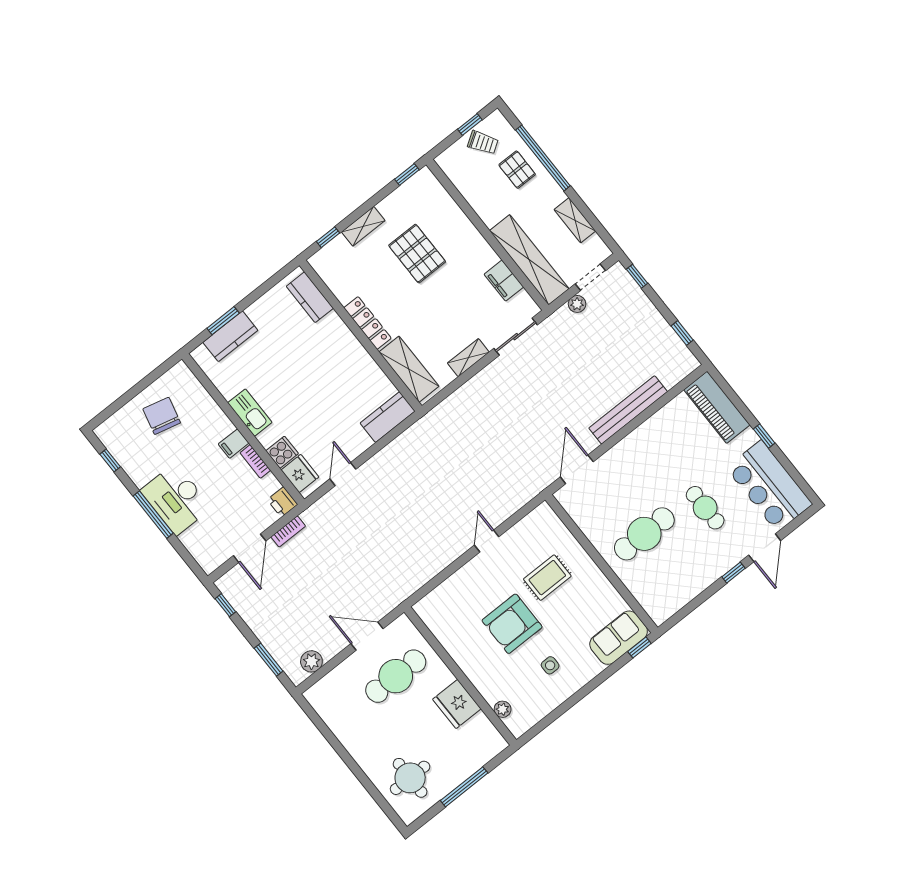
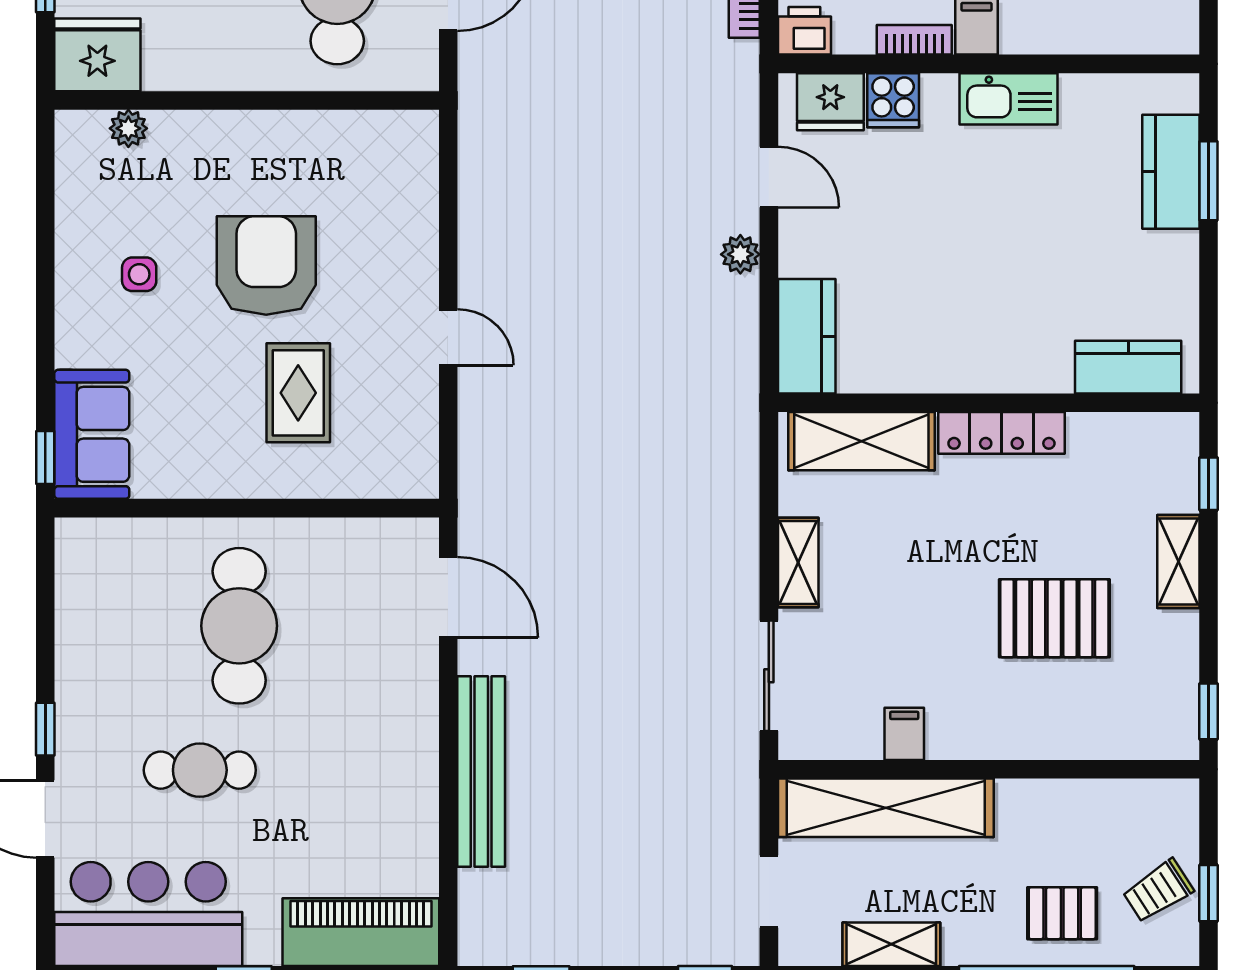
filing cabinet: (504, 281) -> (904, 734), width x0.50
plant: (577, 304) -> (740, 254), moved
fridge: (457, 704) -> (97, 55), moved

